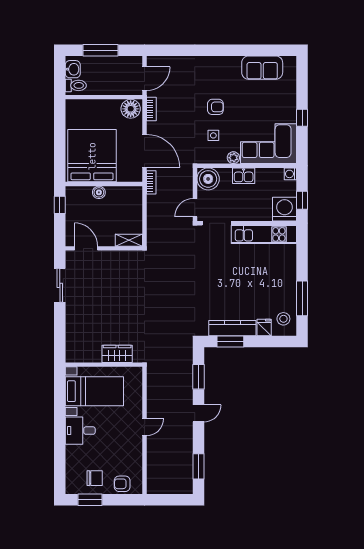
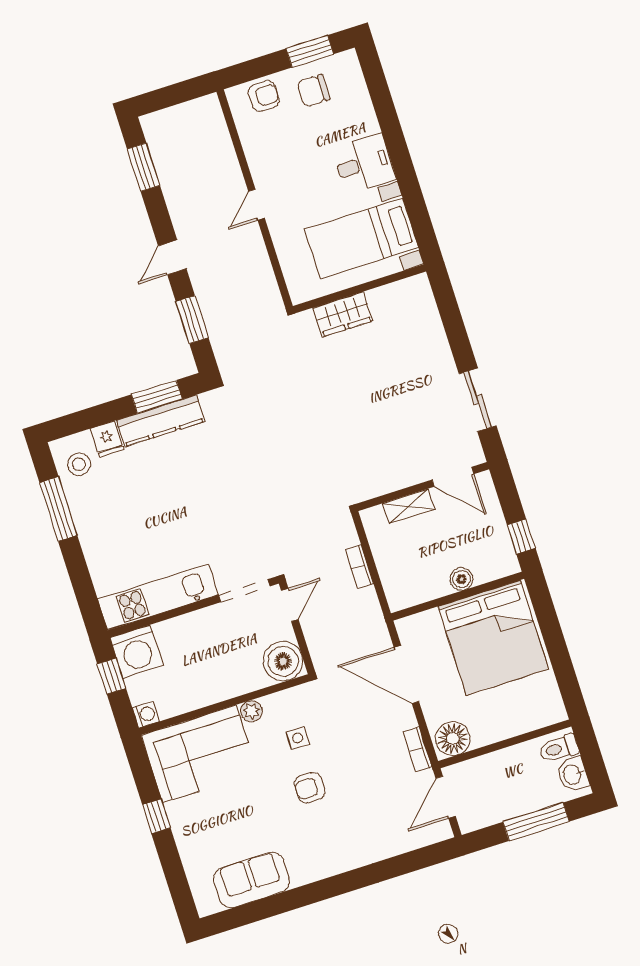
kitchen sink: (244, 176) -> (224, 686), removed
bookcase: (151, 182) -> (359, 567), moved
shelving: (129, 240) -> (409, 506), moved

